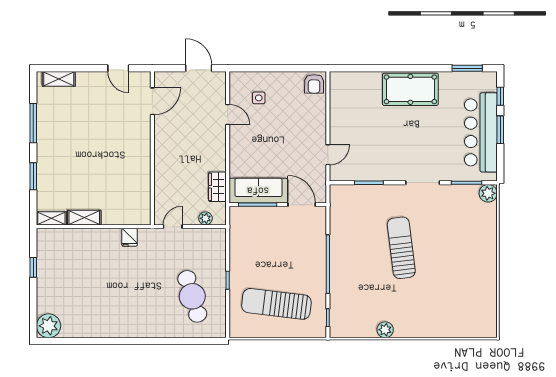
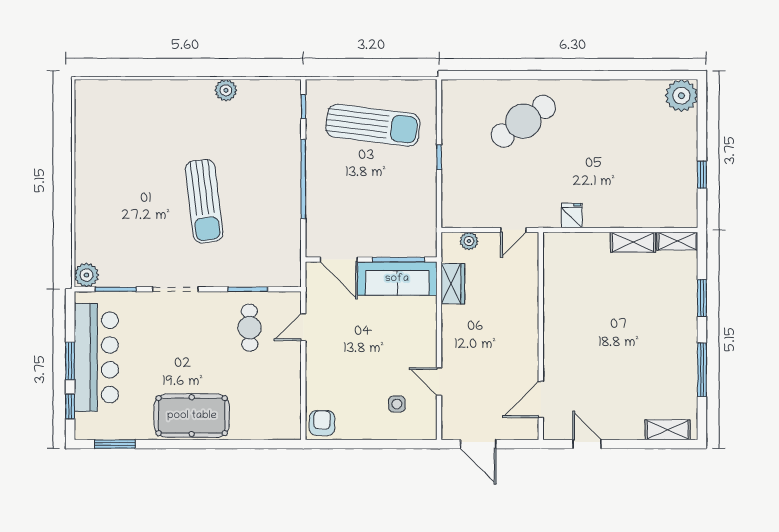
cafe table: (368, 154) -> (250, 328), added
cafe table: (192, 296) -> (523, 121), moved, turned 72

